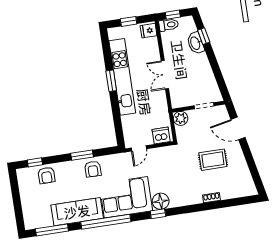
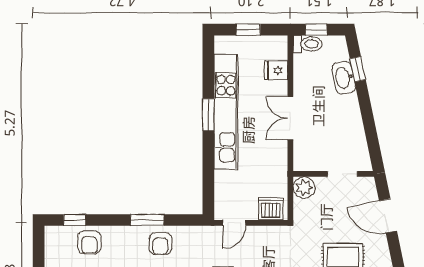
fridge: (149, 31) -> (276, 70), moved

